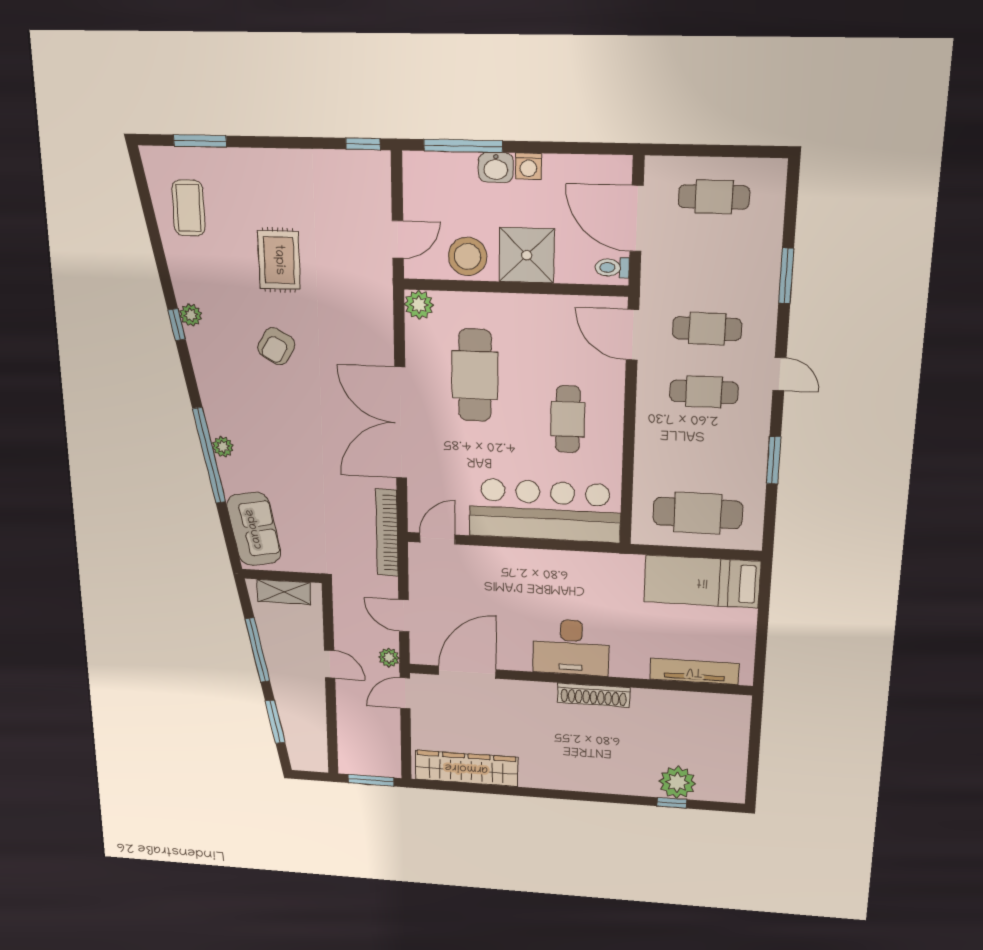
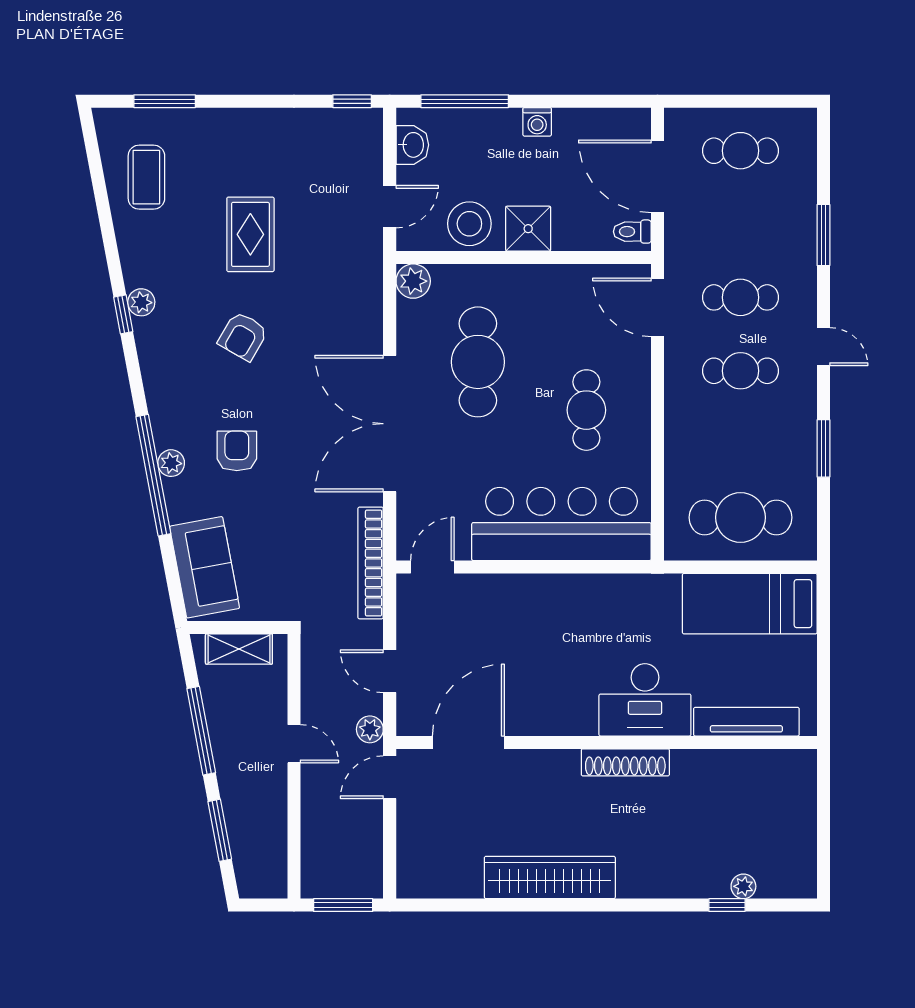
washbasin: (496, 167) -> (412, 145), moved, turned -90
shower: (527, 255) -> (528, 229), width x0.73, depth x0.73
armchair: (275, 439) -> (237, 451), added
desk: (571, 647) -> (645, 700), moved
wardrobe: (466, 768) -> (550, 877), moved
plant: (677, 782) -> (743, 886), width x0.53, depth x0.53

